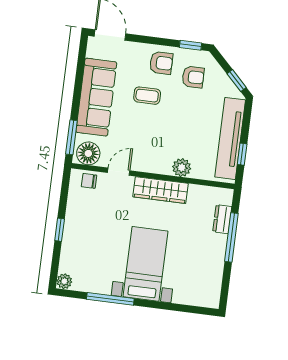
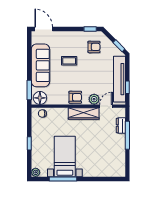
armchair: (161, 63) -> (75, 97), moved
door: (119, 172) -> (106, 106), moved
bed with nightstands: (145, 264) -> (65, 157), moved

